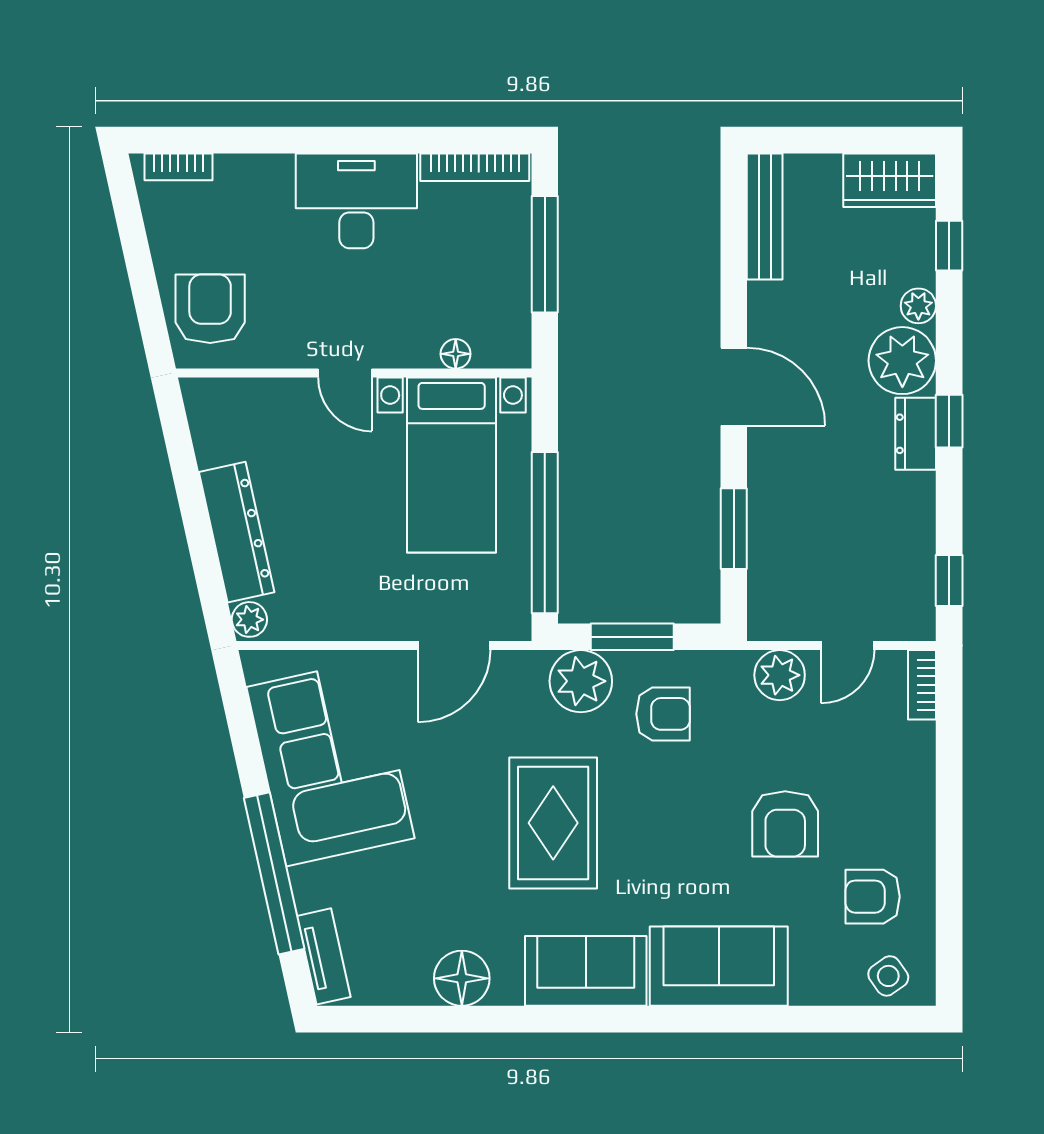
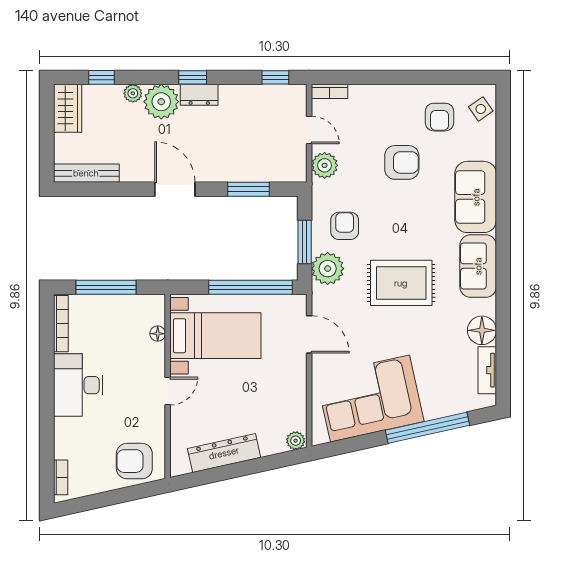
door: (734, 387) -> (175, 189), hinge flipped
dresser: (237, 532) -> (224, 453), moved
tv unit: (324, 956) -> (487, 370), moved, turned -78

